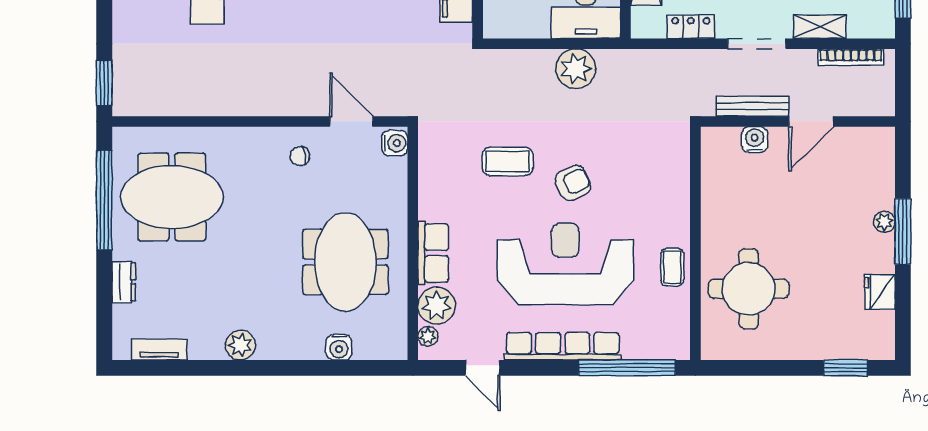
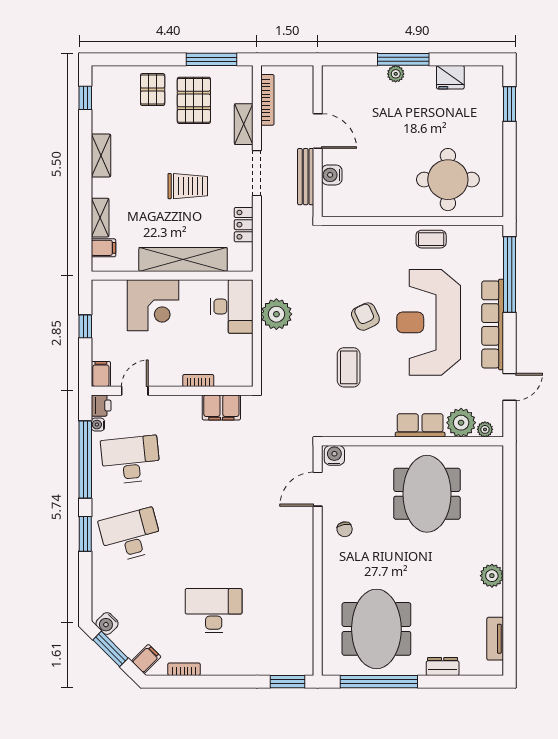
meeting table: (345, 262) -> (427, 494), turned 90
water cooler: (339, 347) -> (493, 499), removed

